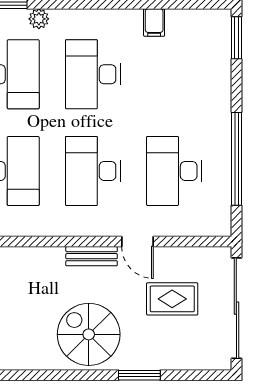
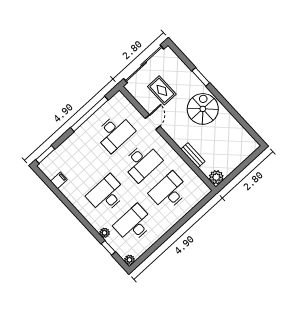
filing cabinet: (154, 23) -> (59, 180), moved
desk: (93, 74) -> (107, 195), turned 180
bench: (92, 256) -> (193, 155), moved
spiral stairs: (89, 334) -> (203, 109), turned 180

